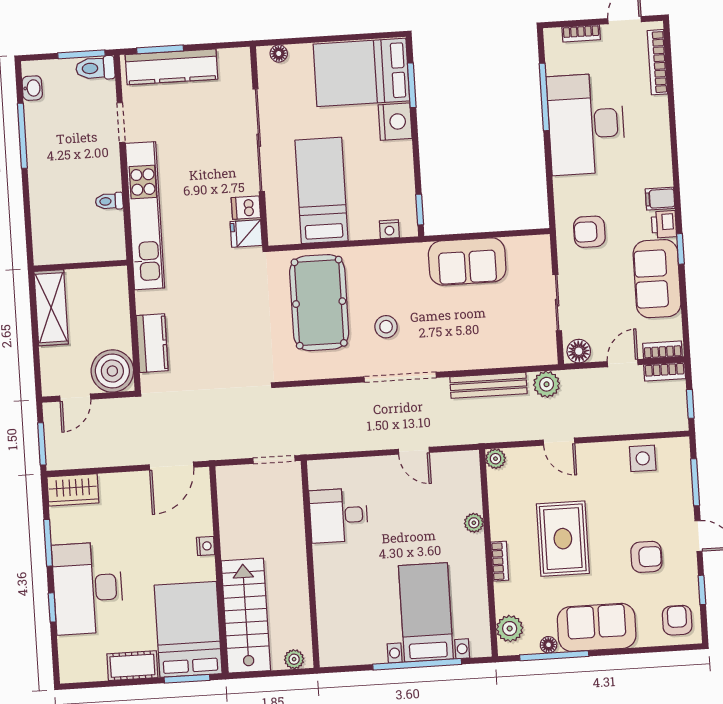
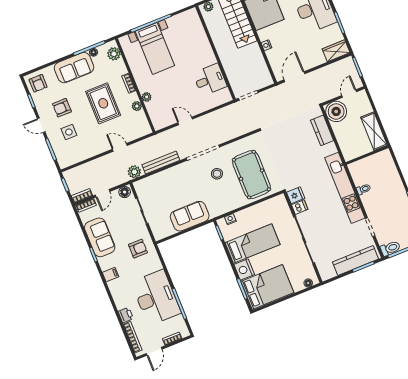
bed: (322, 190) -> (253, 244), moved, turned -90
printer: (664, 224) -> (126, 315), moved
side table: (643, 458) -> (69, 132), moved
plant: (496, 459) -> (137, 106), moved

